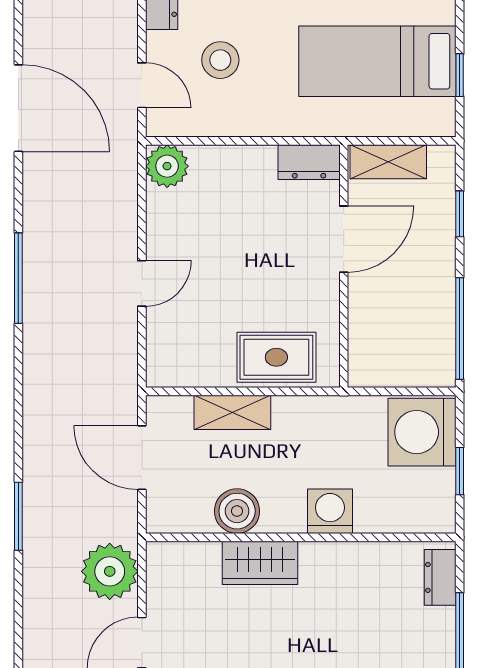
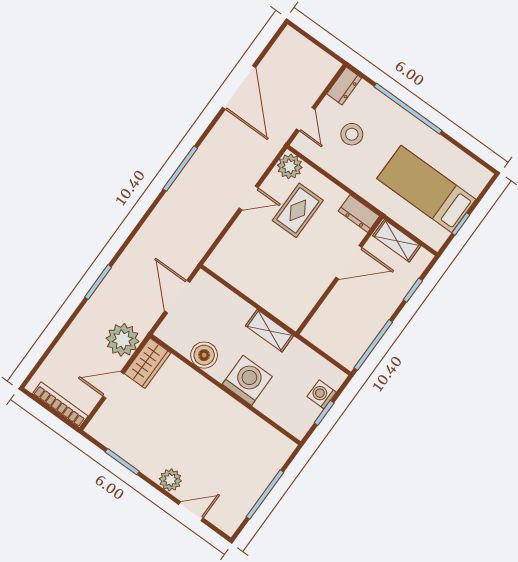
door: (142, 283) -> (249, 198), moved
rug: (276, 357) -> (298, 210), moved, turned 90
shelving: (232, 412) -> (270, 331), moved
washing machine: (422, 432) -> (322, 394), width x0.53, depth x0.53
washing machine: (330, 511) -> (247, 380), width x1.37, depth x1.37
wardrobe: (260, 563) -> (148, 363), moved, turned -90
dresser: (440, 577) -> (278, 457), removed

